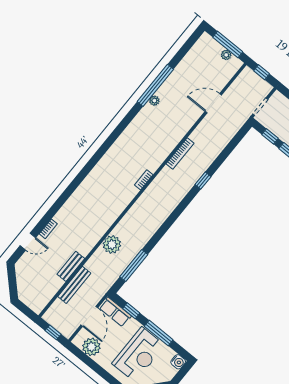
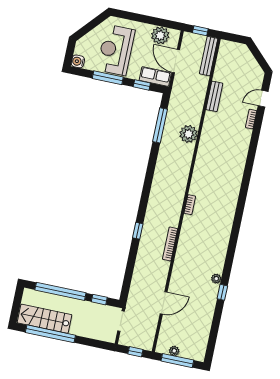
window: (155, 85) -> (222, 292), width x0.32
bench: (74, 285) -> (209, 56), moved

